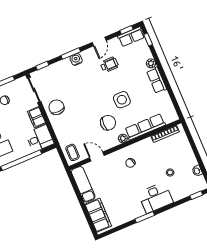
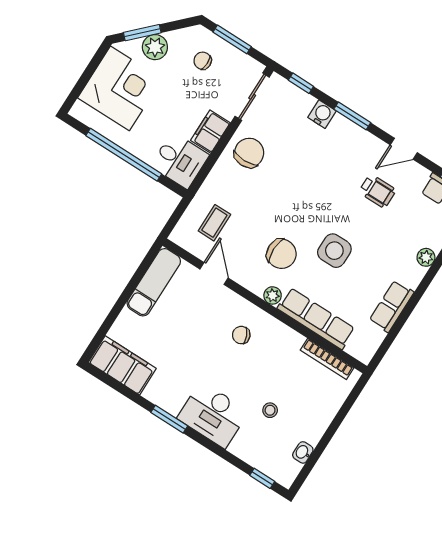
water cooler: (76, 59) -> (322, 114), moved
row of seats: (157, 80) -> (392, 306), moved
coffee table: (72, 152) -> (214, 223), moved
filing cabinet: (98, 215) -> (122, 365), moved, turned -90

